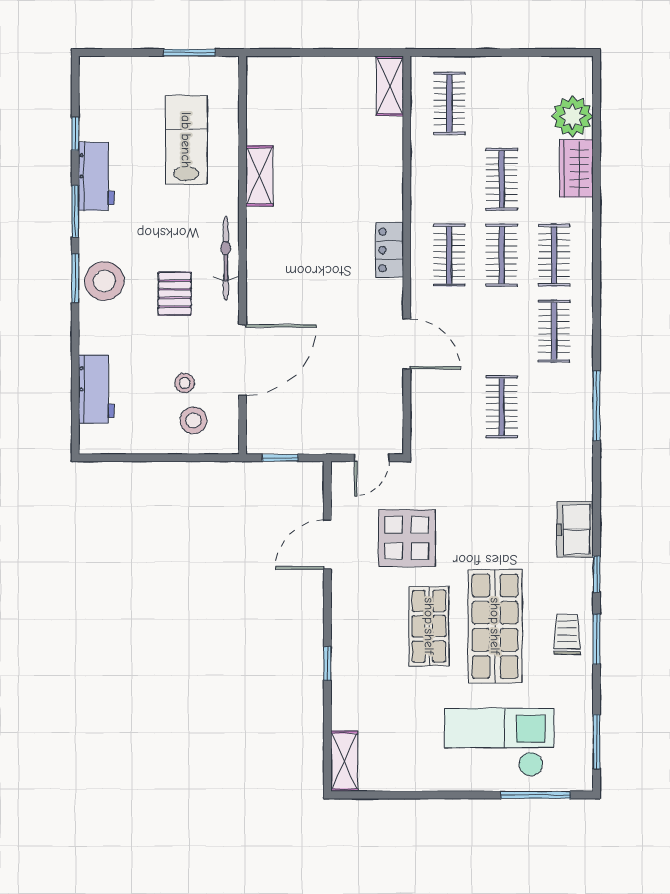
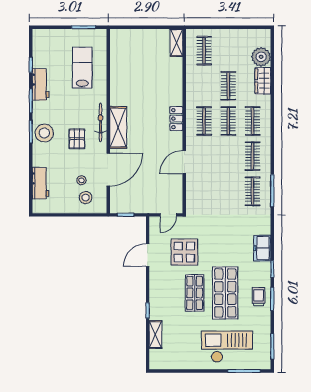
shelving: (259, 176) -> (118, 127), moved, width x1.50, depth x1.33
door: (407, 344) -> (184, 162), swing flipped
clothes rail: (502, 407) -> (253, 191), moved
shelving: (344, 761) -> (155, 334), moved

